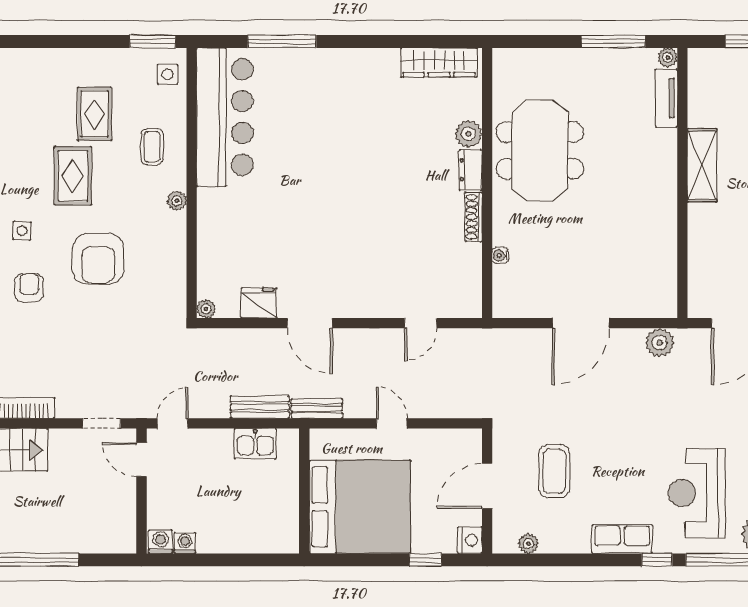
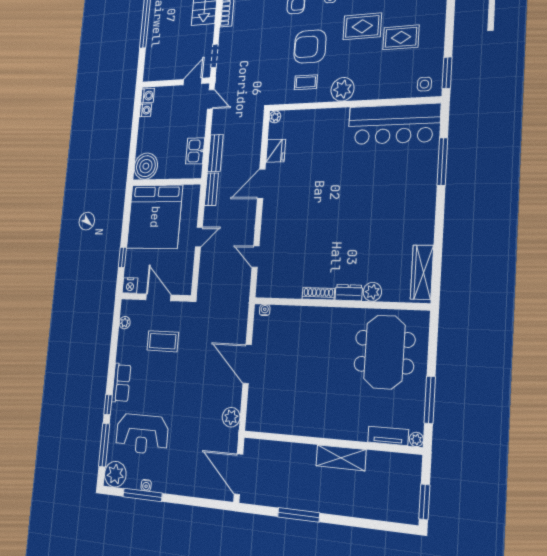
coffee table: (152, 147) -> (306, 82), moved
meeting table: (540, 150) -> (384, 352), moved, turned 90
plant: (177, 201) -> (343, 89), width x1.87, depth x1.87
water cooler: (500, 255) -> (265, 310), moved
reception desk: (697, 493) -> (142, 434), turned 180
boiler: (278, 532) -> (146, 166), added

